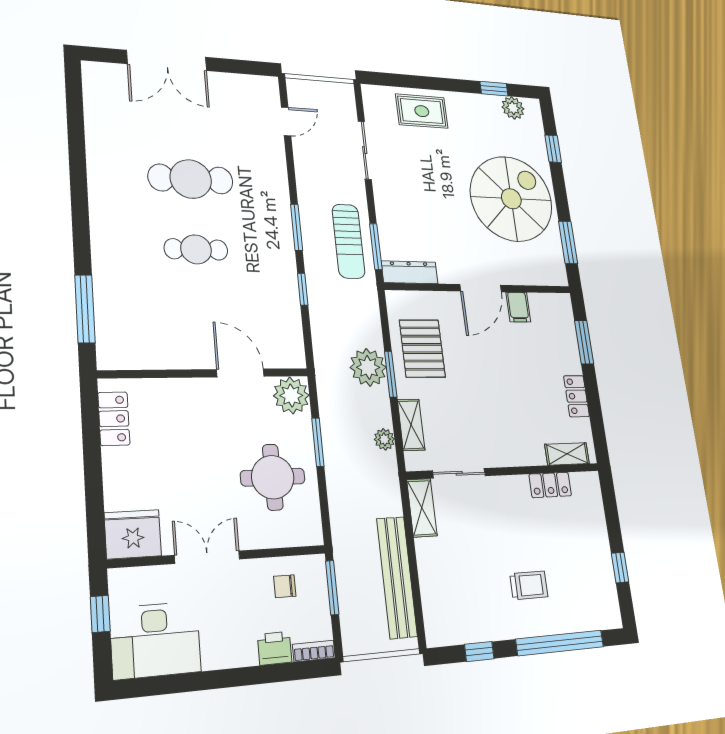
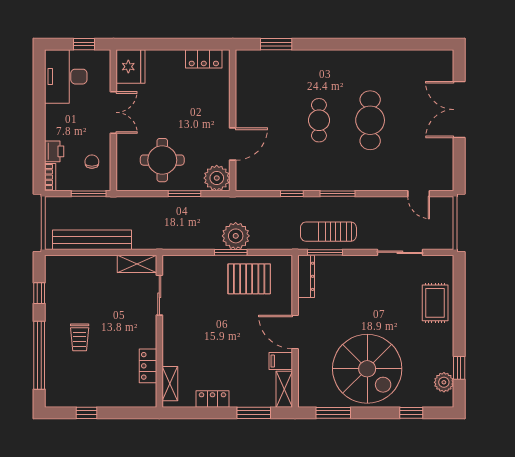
window: (85, 309) -> (276, 44), width x0.69
shelving: (411, 425) -> (284, 389), moved, turned 90
plant: (384, 439) -> (185, 242), removed

